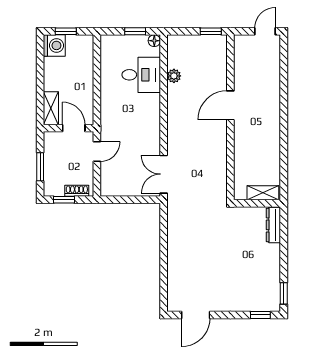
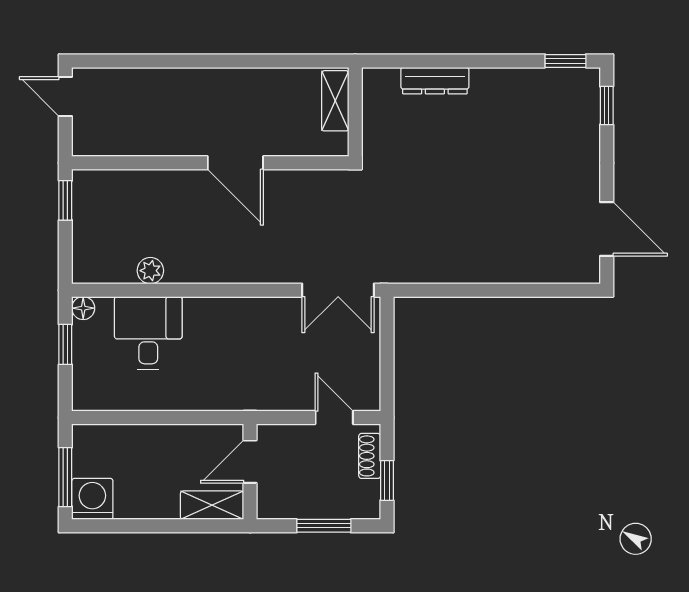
window: (66, 31) -> (65, 477), width x1.50
door: (230, 105) -> (235, 163), moved
door: (97, 151) -> (334, 418), moved
shelving: (263, 193) -> (335, 101), moved
wall: (257, 203) -> (355, 112), moved

